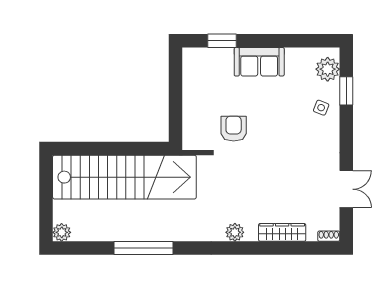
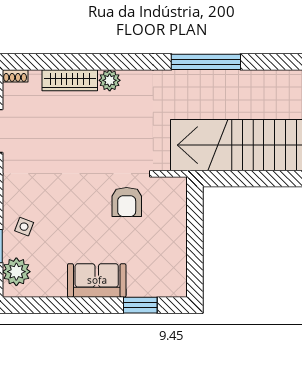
plant: (235, 232) -> (110, 80), moved
window: (143, 248) -> (206, 62), moved

